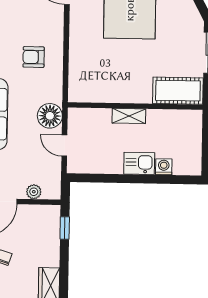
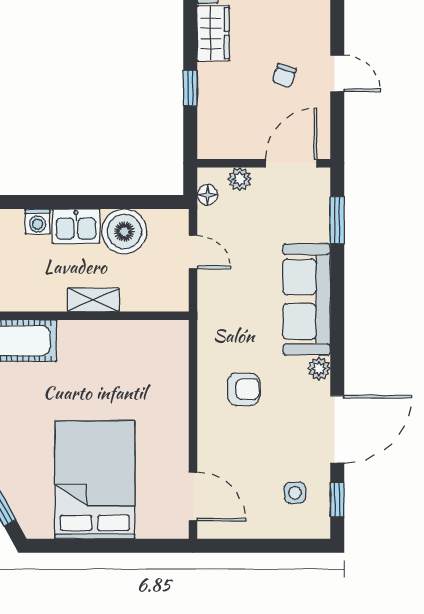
floor lamp: (50, 116) -> (207, 195), moved, width x0.53, depth x0.53
boiler: (108, 159) -> (124, 231), added
window: (65, 228) -> (190, 88), moved

